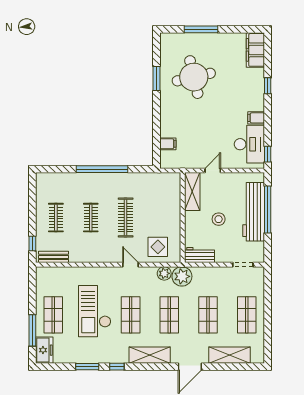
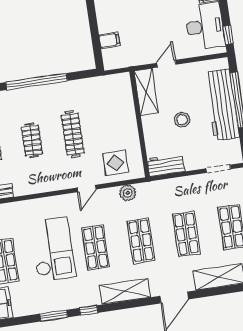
door: (130, 265) -> (87, 188), swing flipped
plant: (182, 276) -> (149, 193), removed
checkout: (95, 311) -> (53, 249), turned 180

